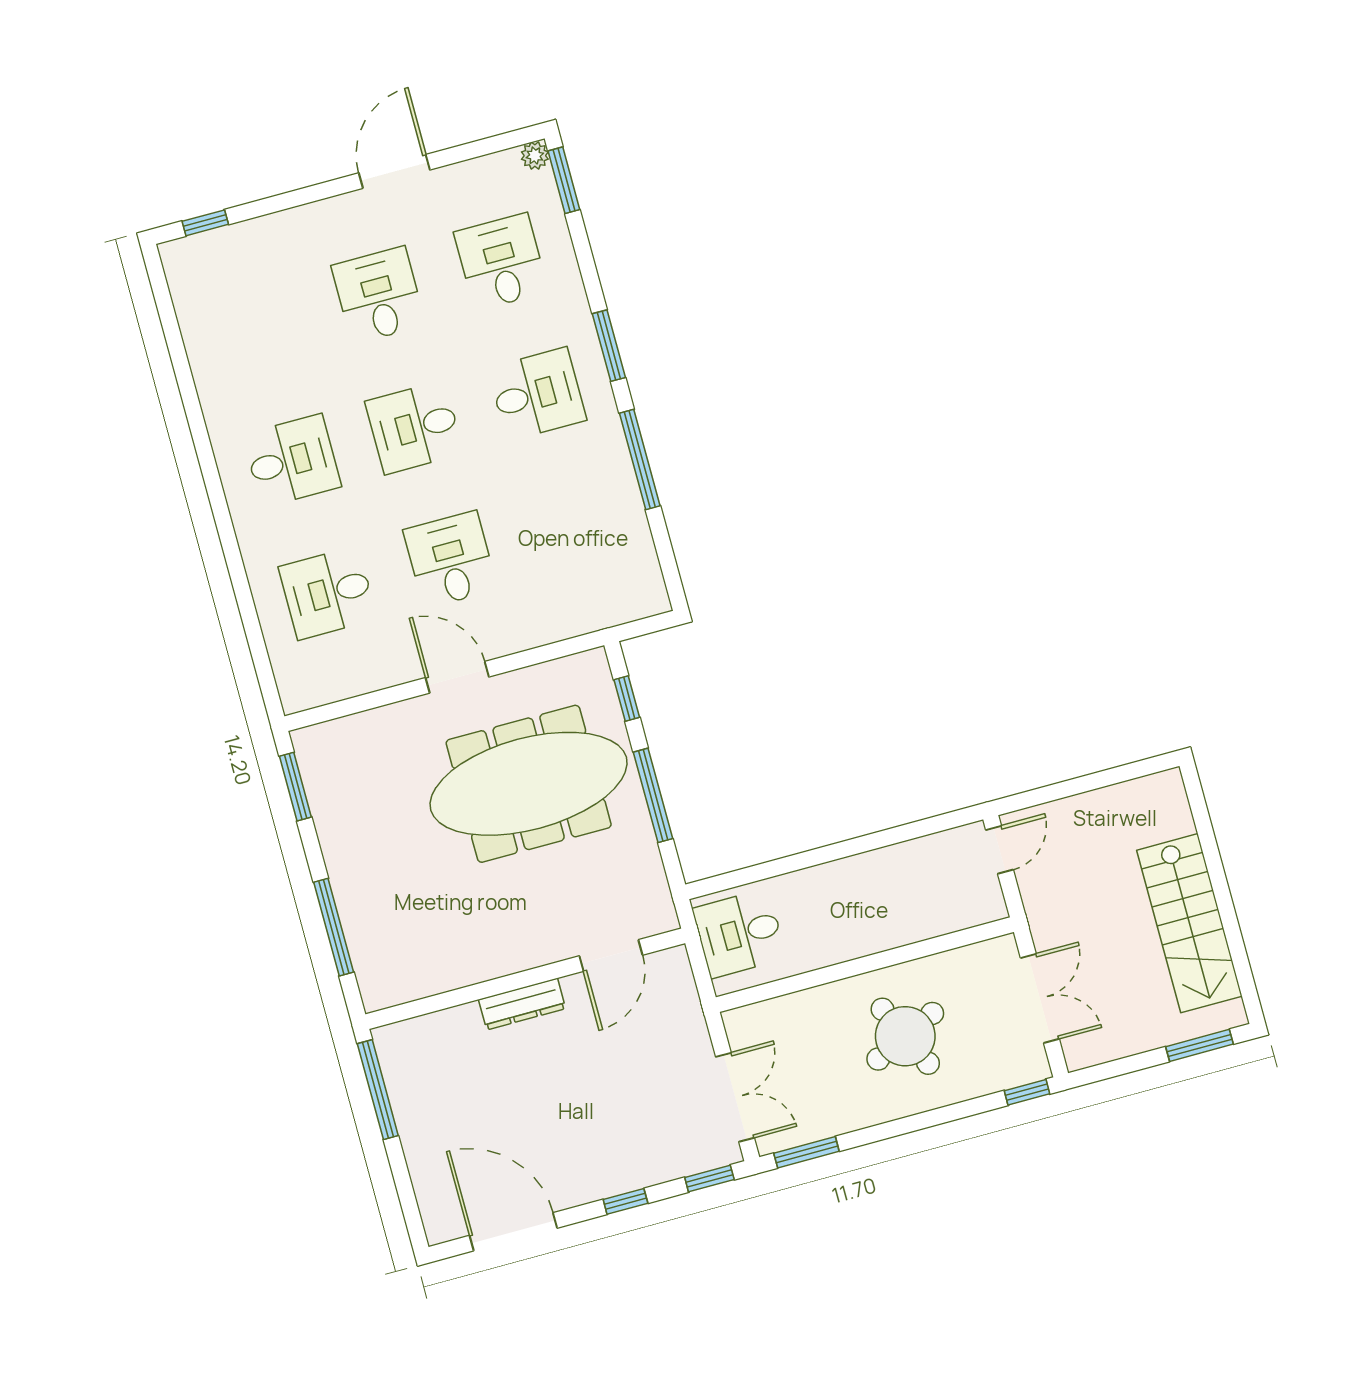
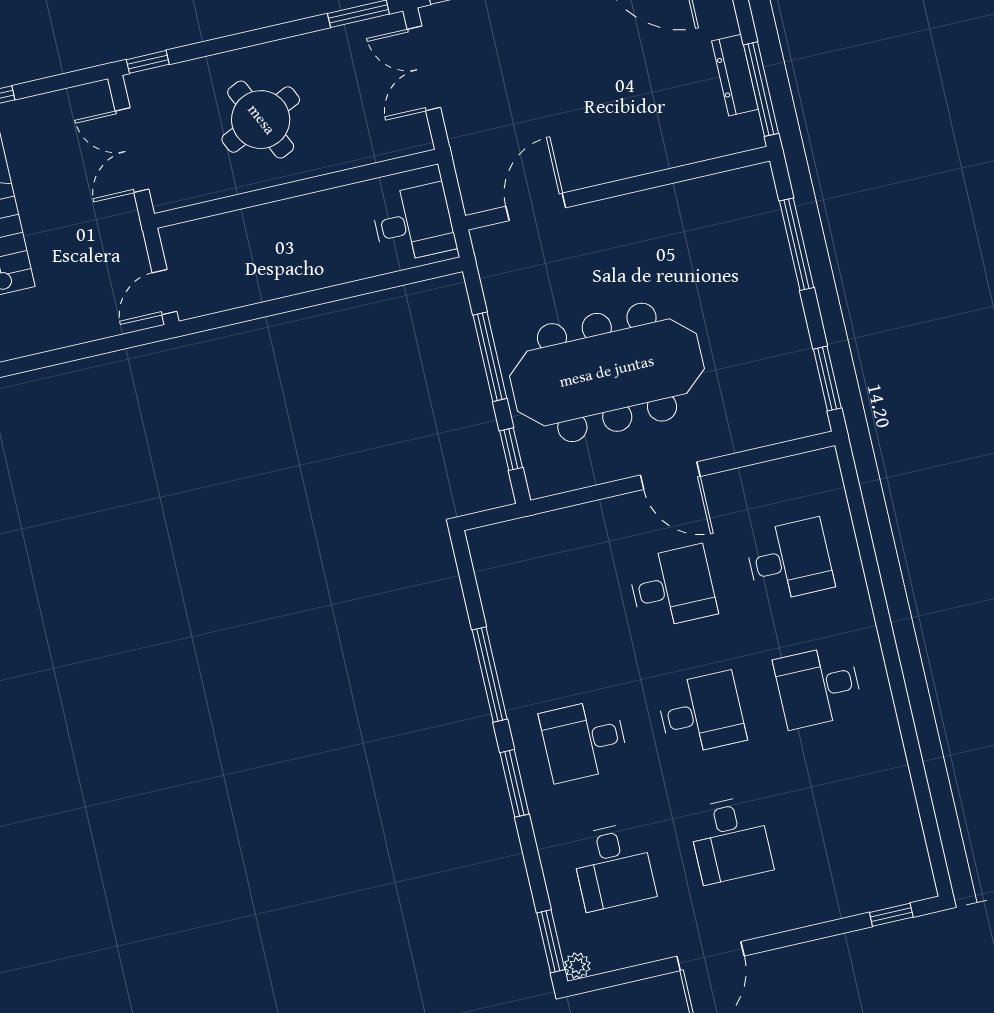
desk: (450, 560) -> (672, 587), turned -90
dresser: (522, 1004) -> (735, 75), moved, turned -90

